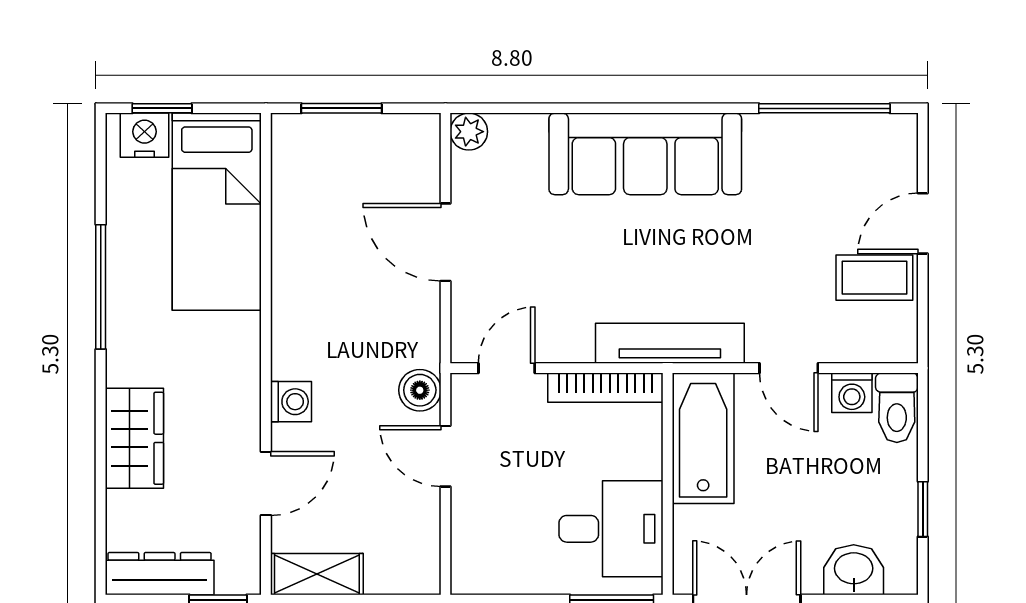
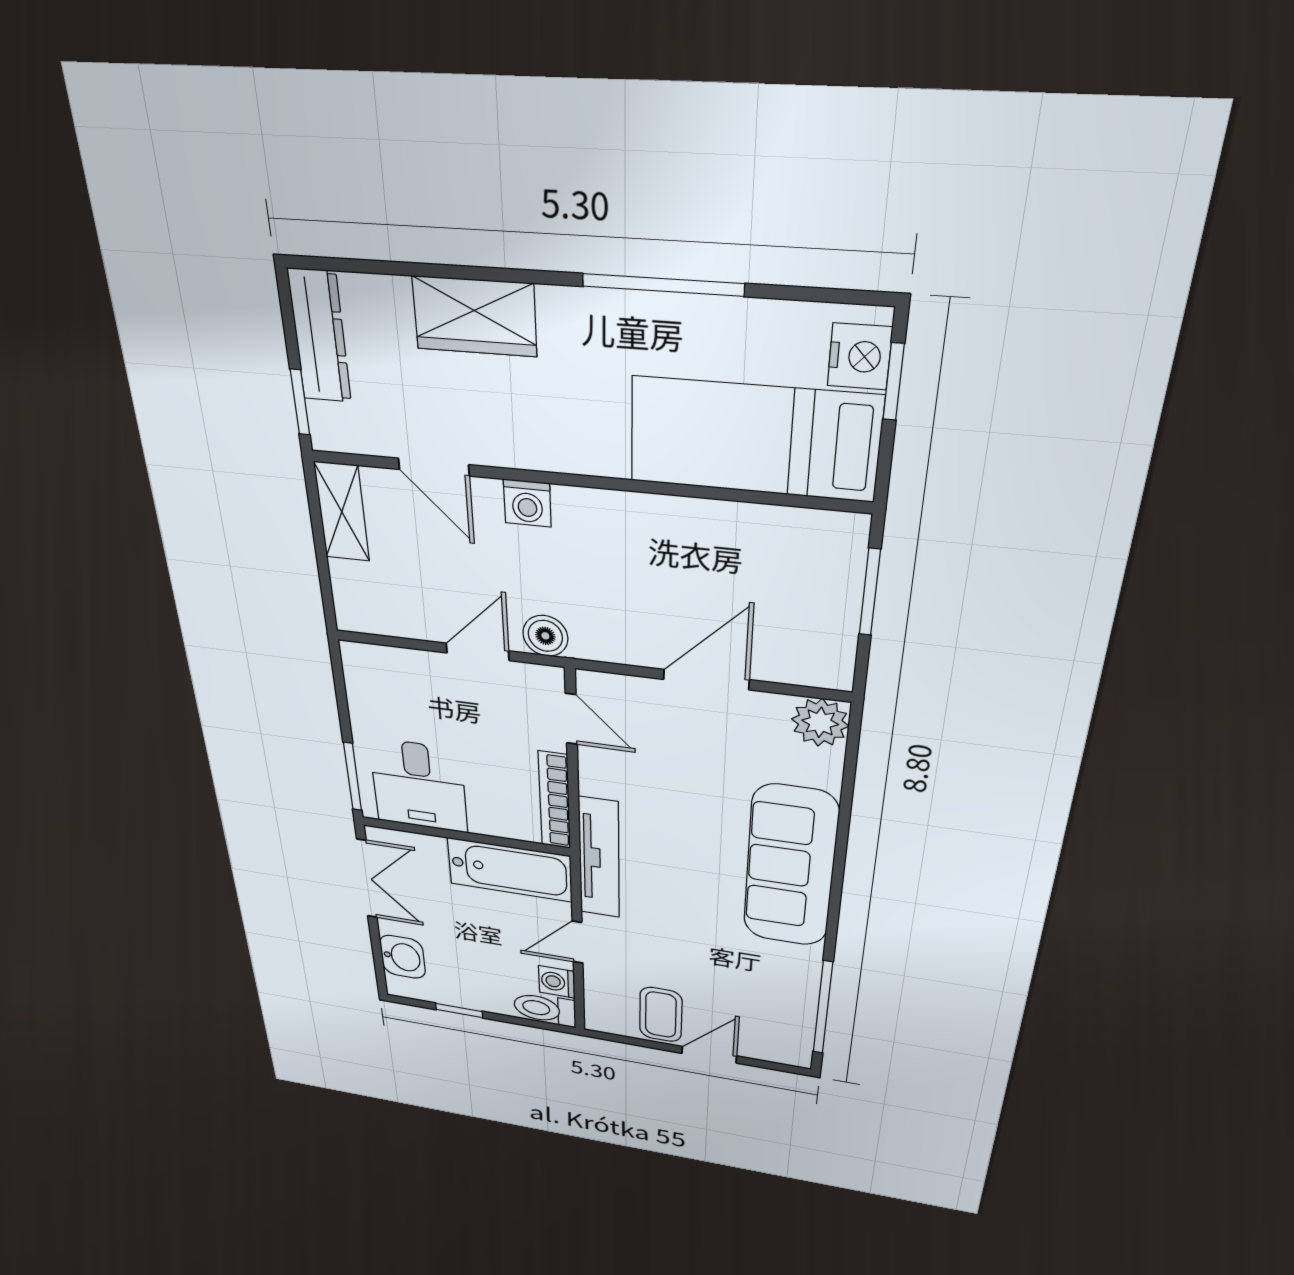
plant: (469, 132) -> (820, 722), width x1.38, depth x1.38
door: (923, 223) -> (709, 1055), hinge flipped

